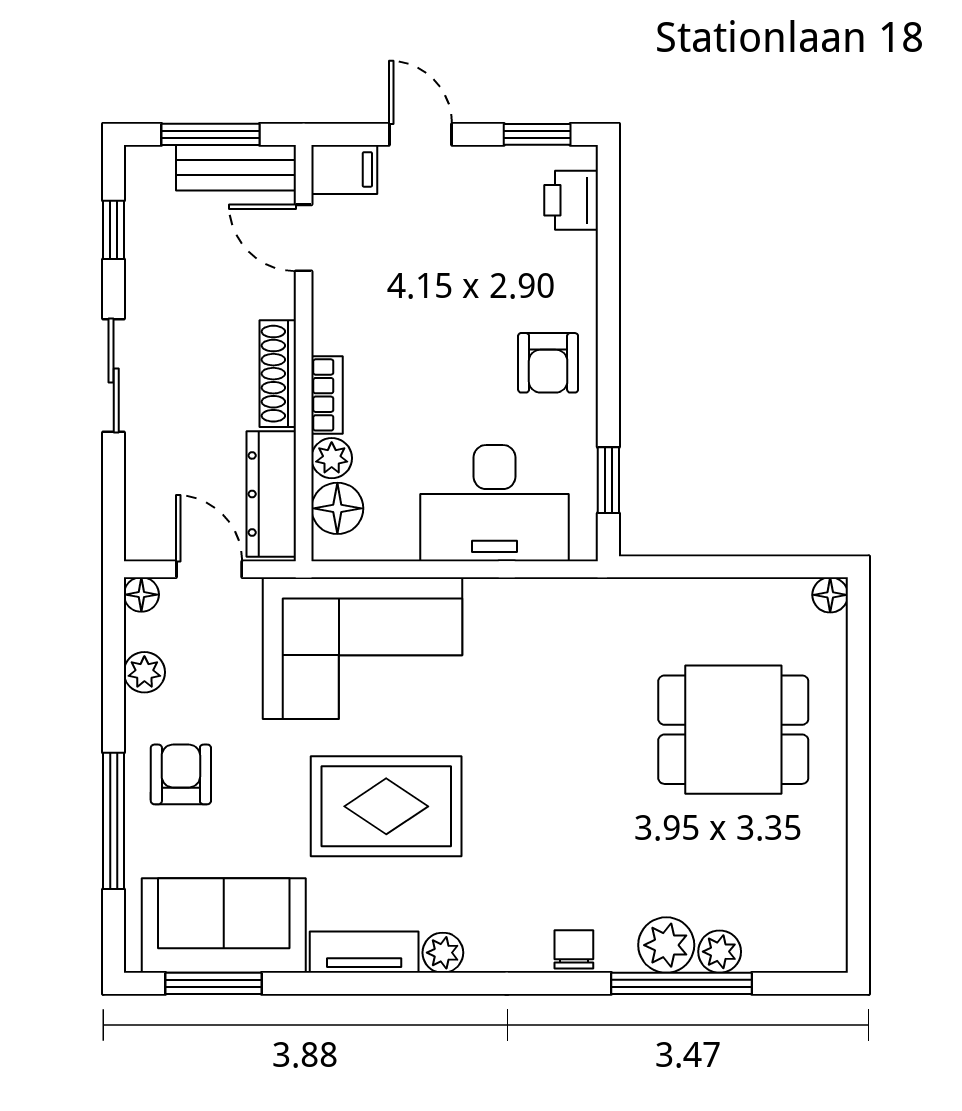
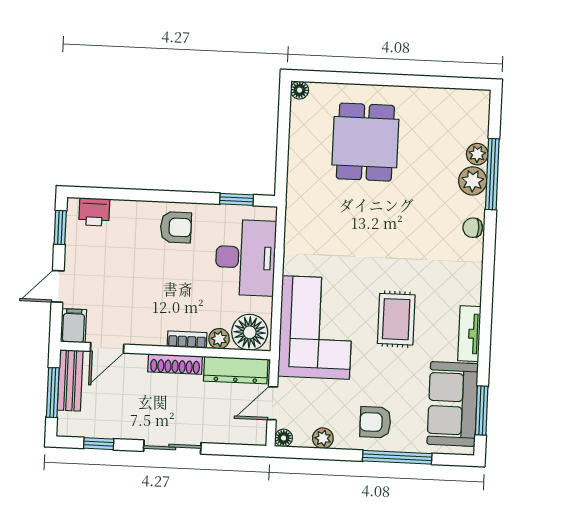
floor lamp: (337, 508) -> (250, 332), width x1.38, depth x1.38
rug: (386, 806) -> (396, 319), width x0.73, depth x0.70
plant: (443, 953) -> (471, 294), removed

